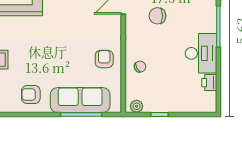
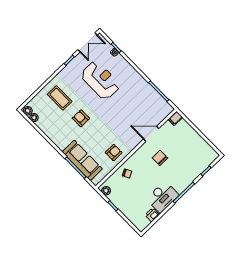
armchair: (31, 94) -> (81, 118), moved

